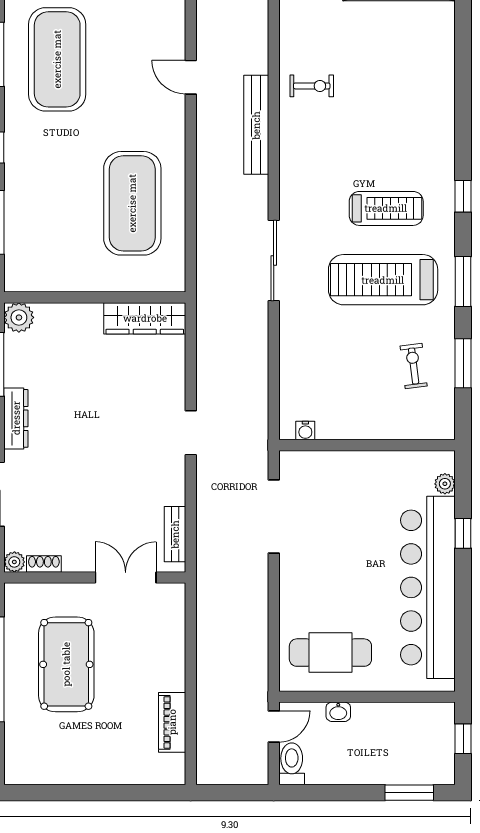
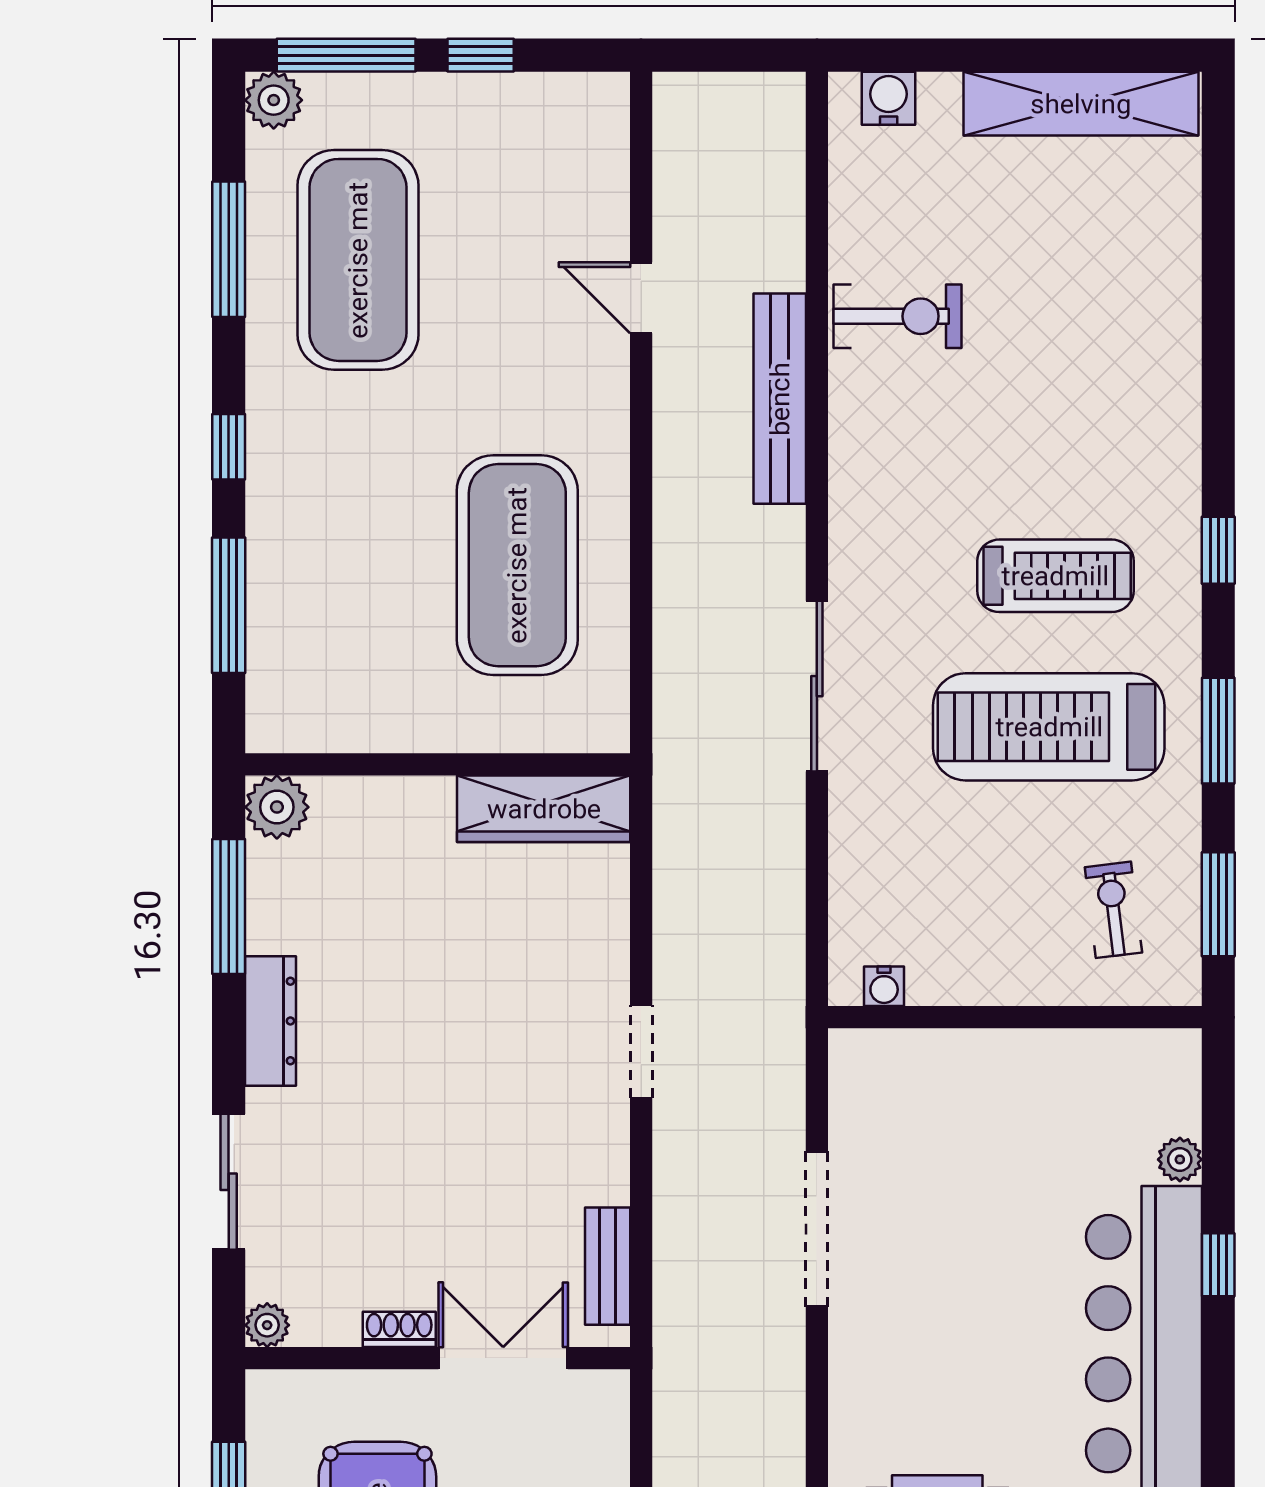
exercise bike: (312, 86) -> (898, 316), width x1.38, depth x1.39
water cooler: (305, 431) -> (884, 986), moved
wall: (367, 445) -> (1015, 1017), moved
shoe rack: (44, 564) -> (399, 1329), moved

